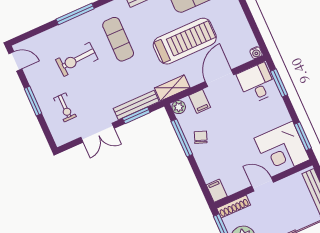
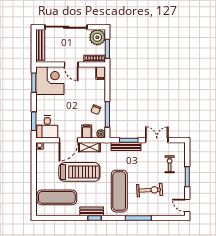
exercise mat: (118, 39) -> (119, 191), width x1.36, depth x1.45
treadmill: (185, 41) -> (79, 172), turned 180
shelving: (172, 88) -> (89, 147), moved

